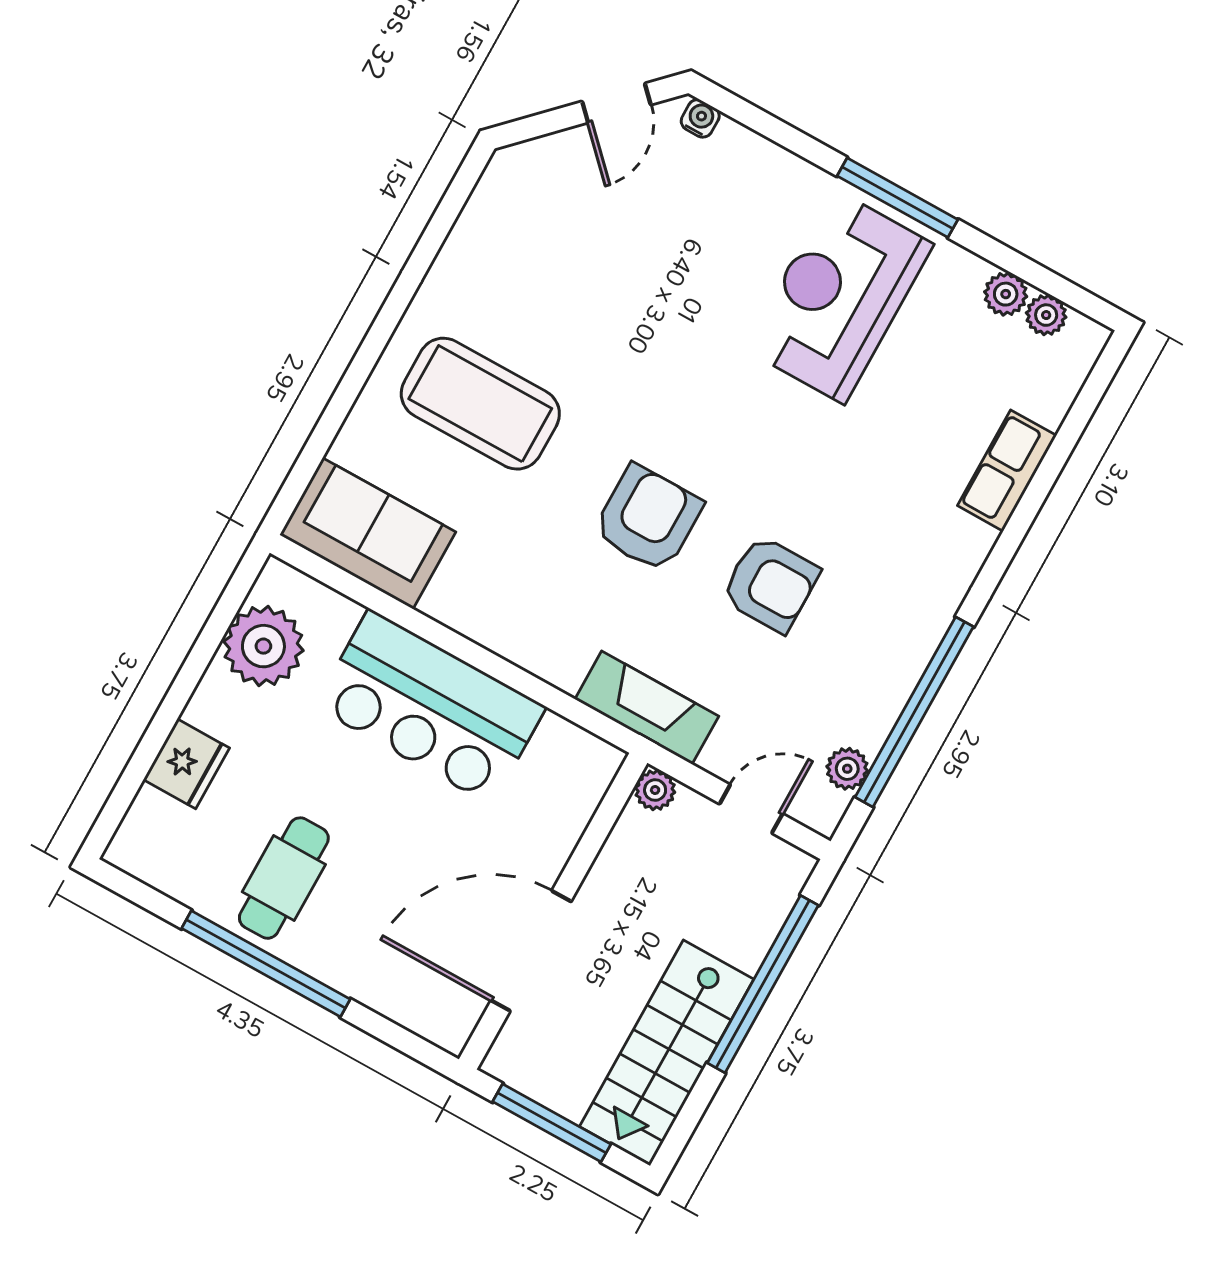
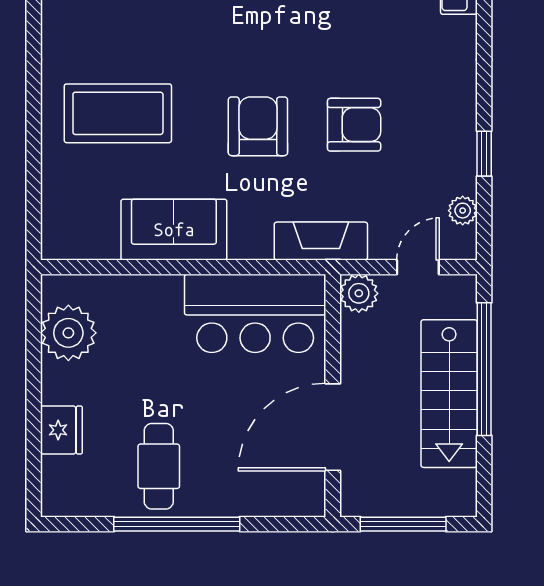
sofa: (368, 533) -> (174, 230), moved
bar counter: (430, 707) -> (255, 313), moved
window: (914, 712) -> (484, 154), width x0.32
plant: (655, 790) -> (359, 293), width x1.38, depth x1.38
stairs: (667, 1053) -> (449, 394), moved

